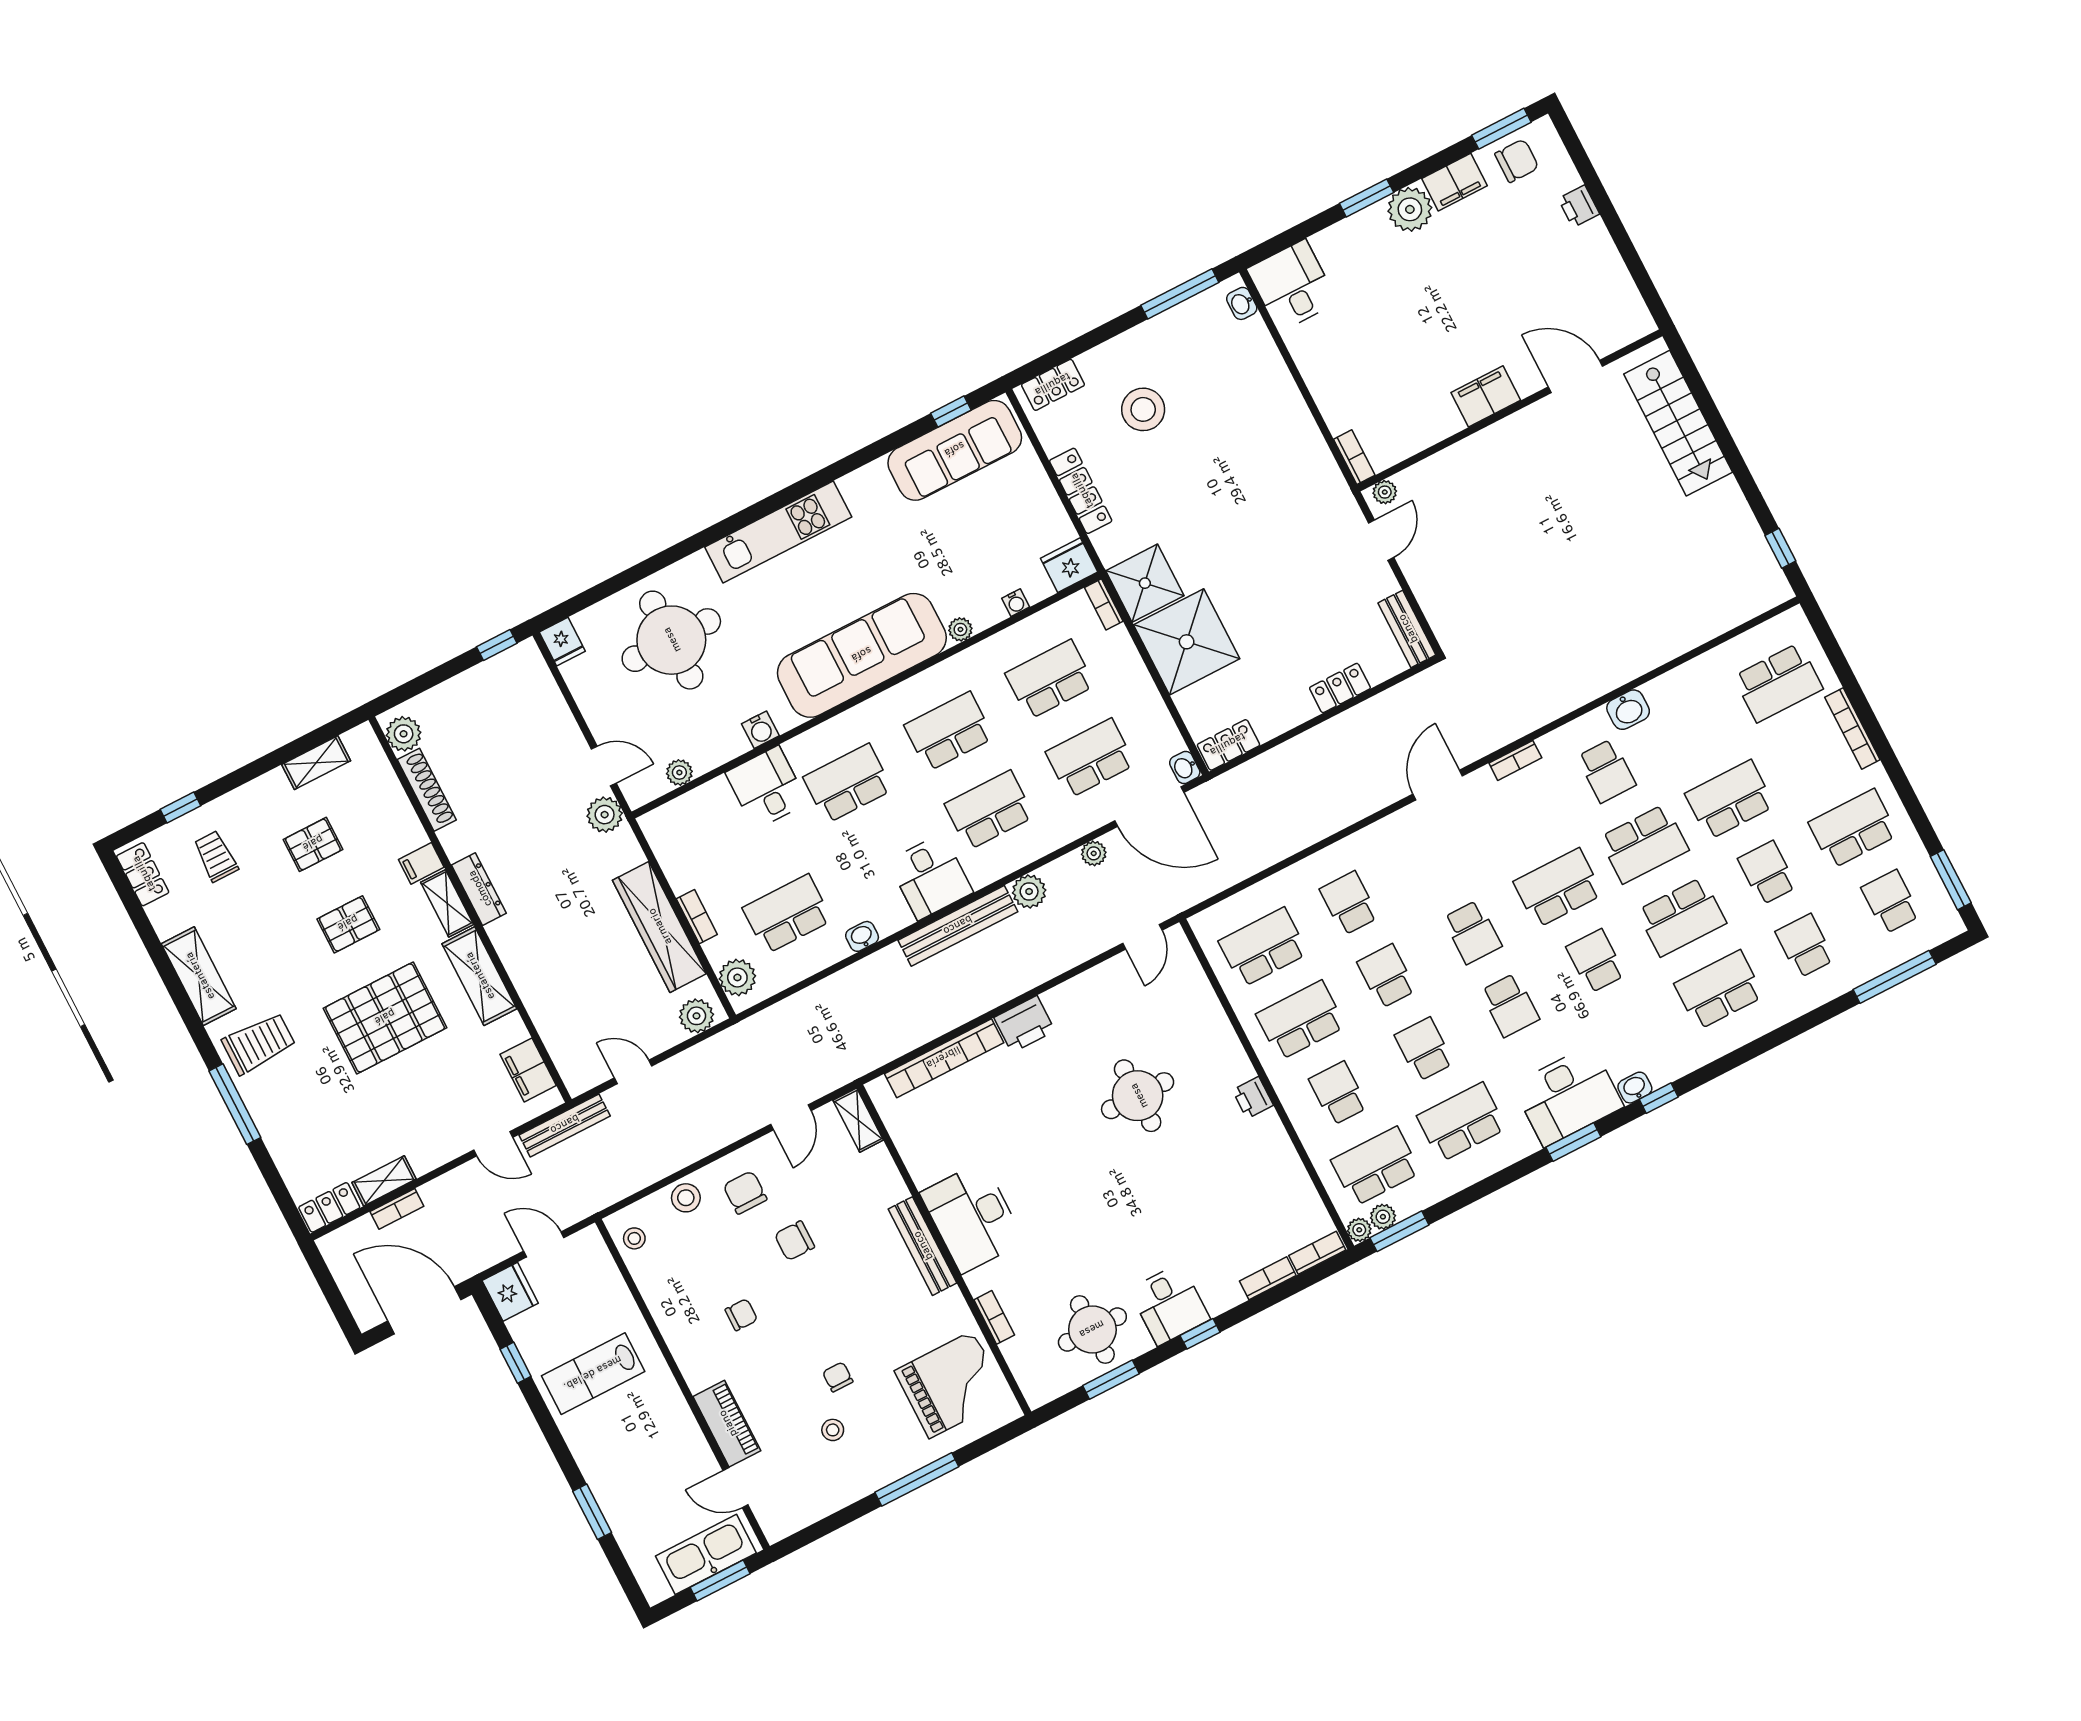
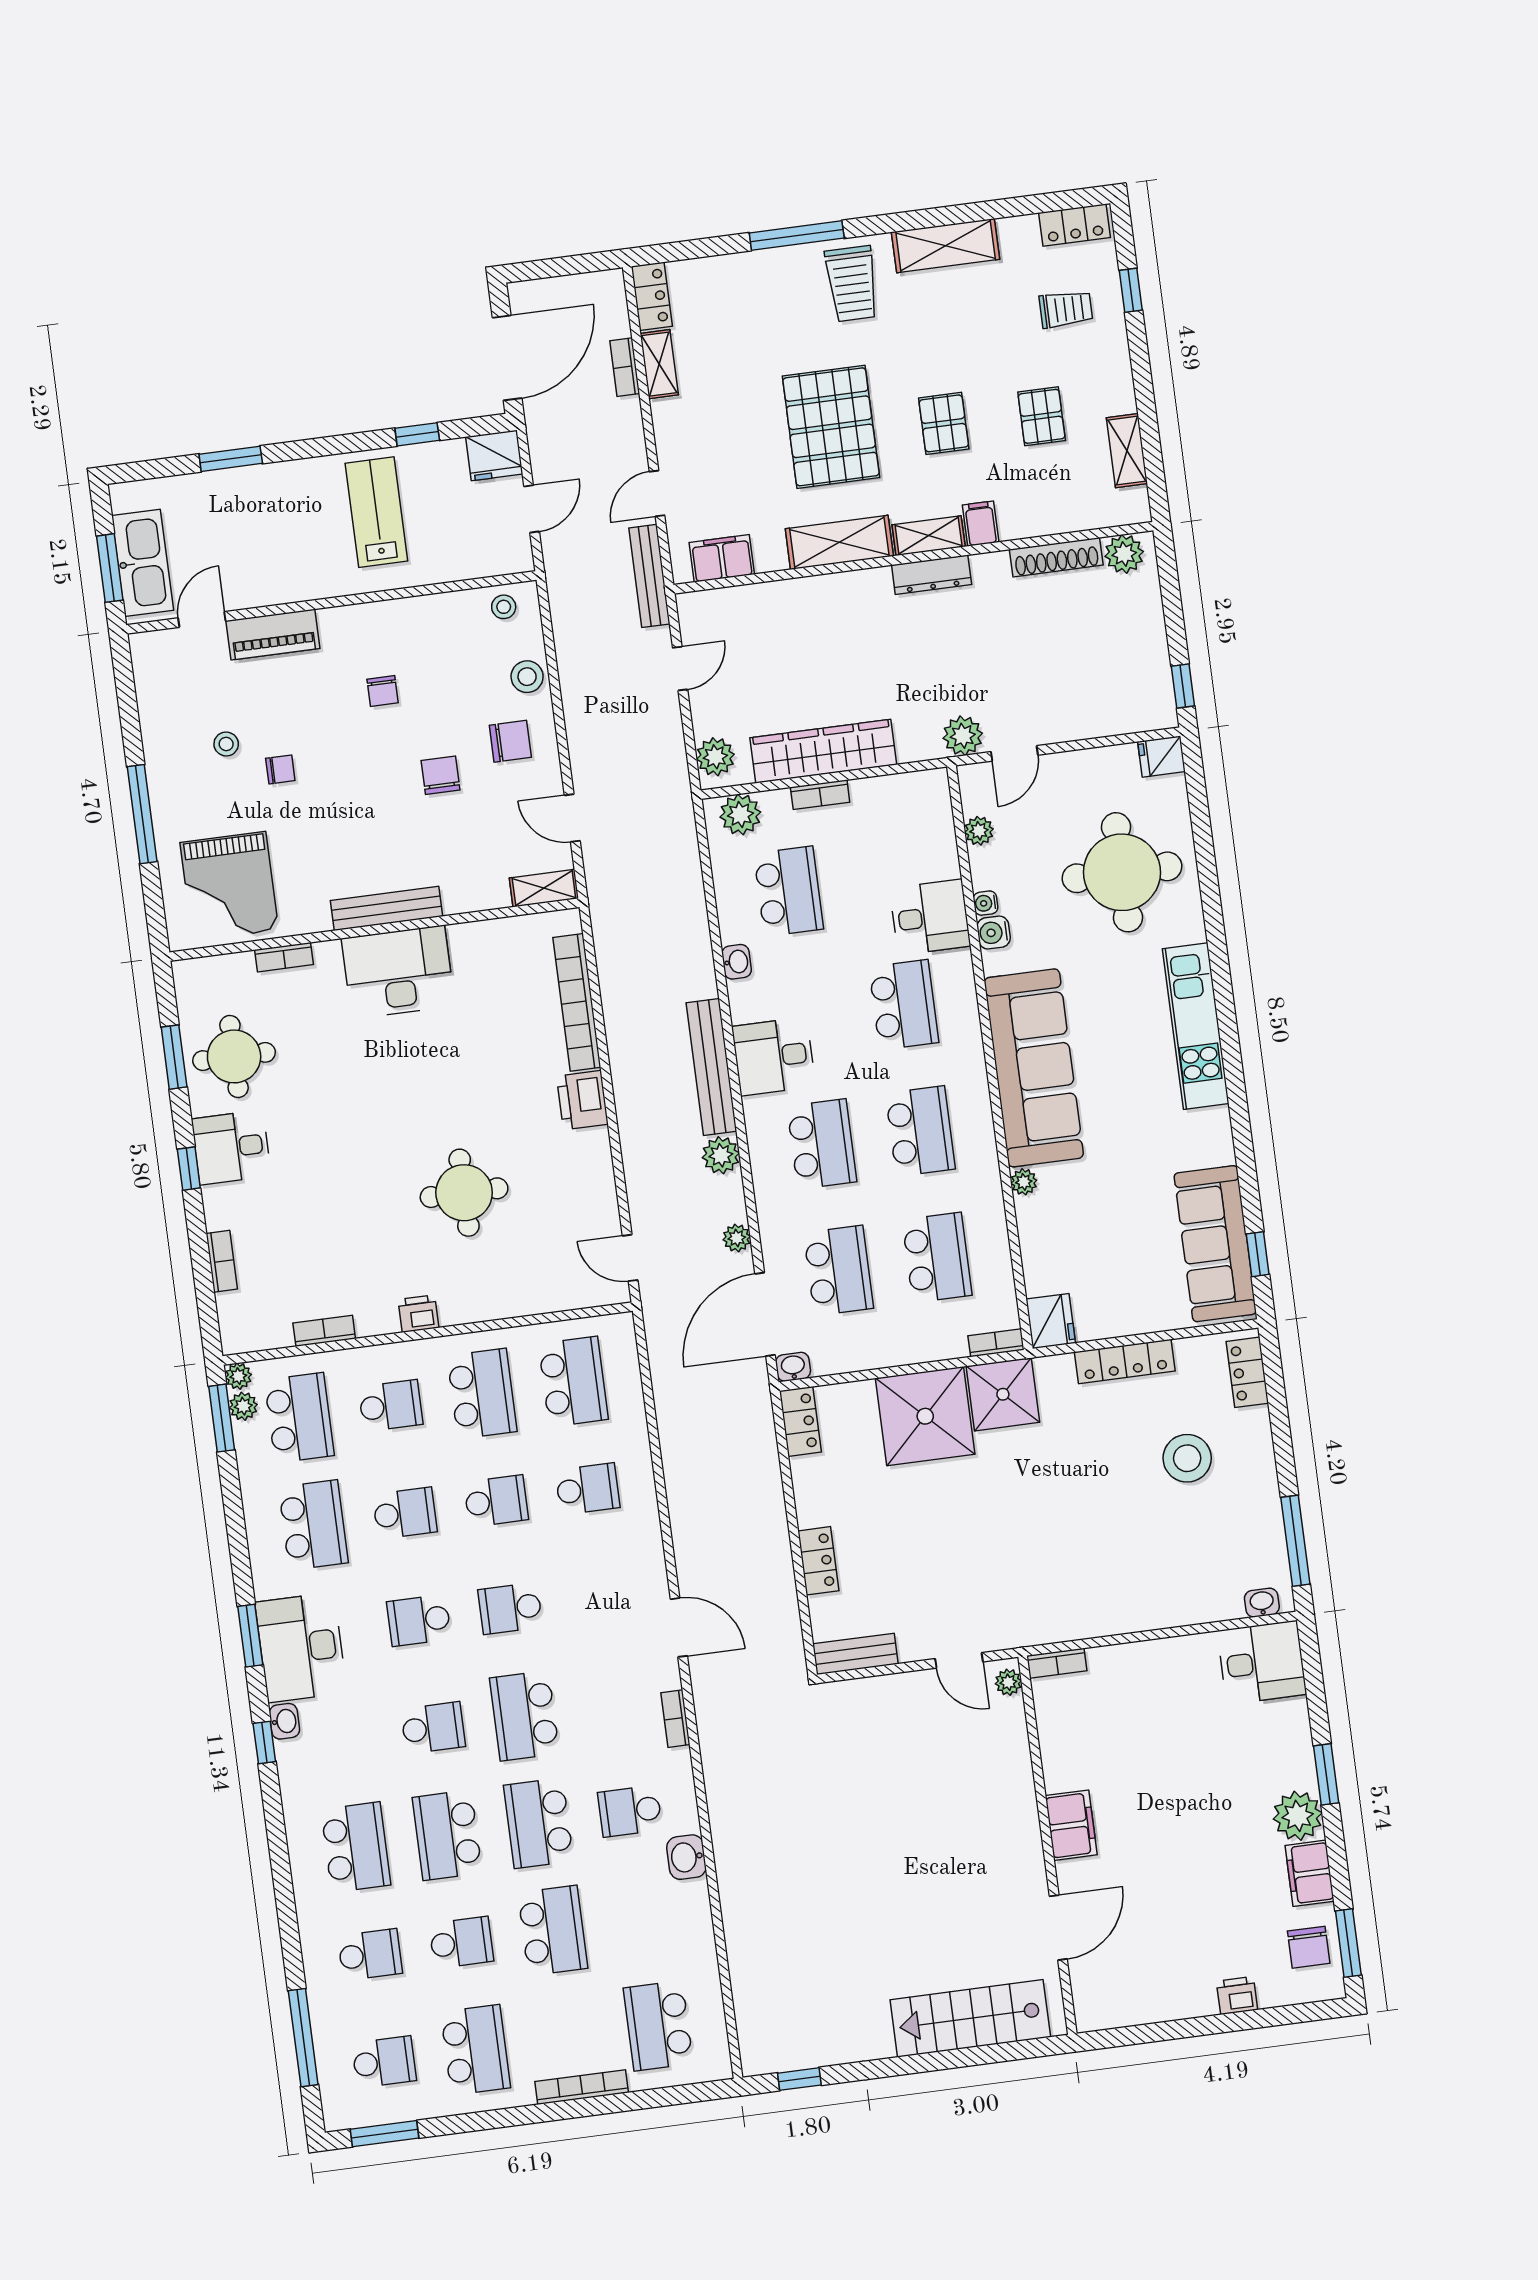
water cooler: (1016, 603) -> (985, 903), moved
school desk: (1558, 888) -> (524, 1716), turned 180
bookcase: (1317, 1253) -> (324, 1331), moved, turned -90

